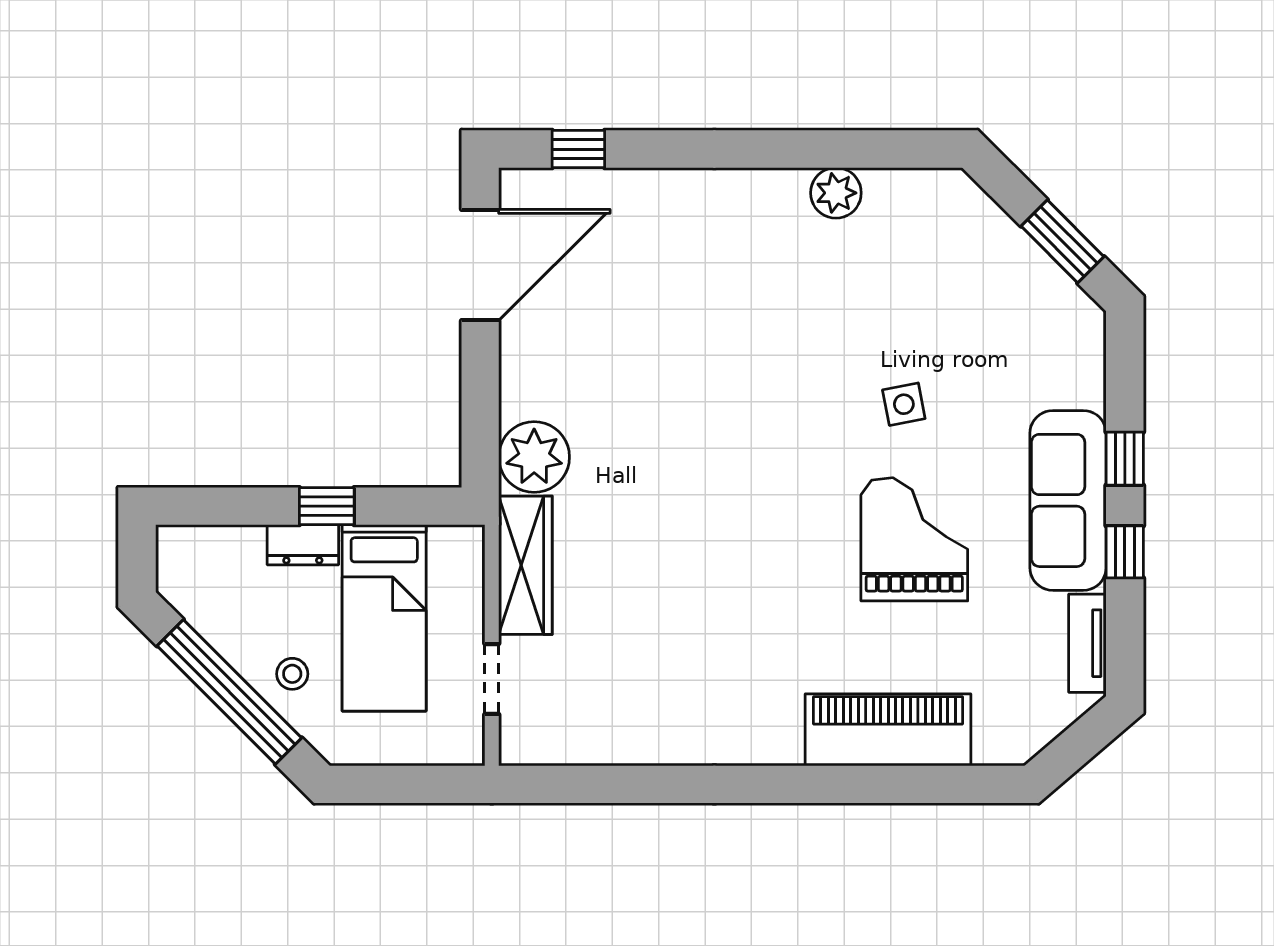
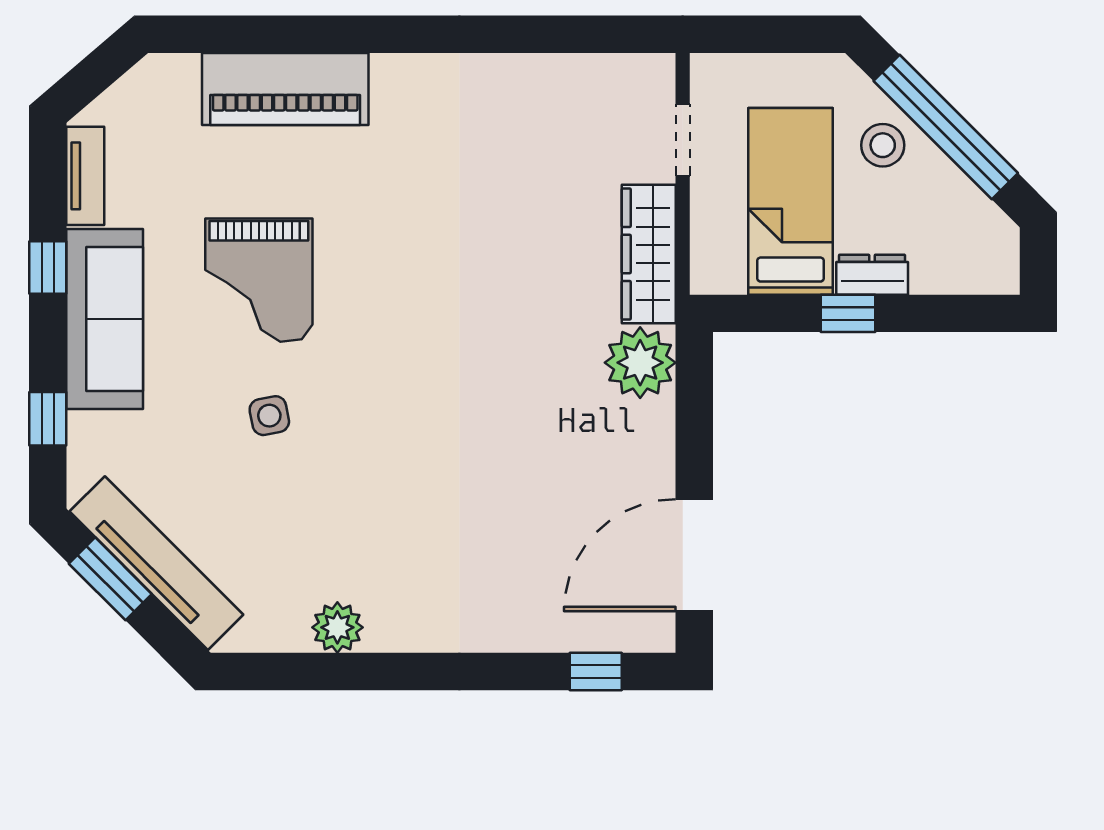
tv unit: (1017, 257) -> (156, 563), added
window: (1125, 459) -> (48, 419), moved
stool: (292, 674) -> (883, 145), width x1.37, depth x1.37

